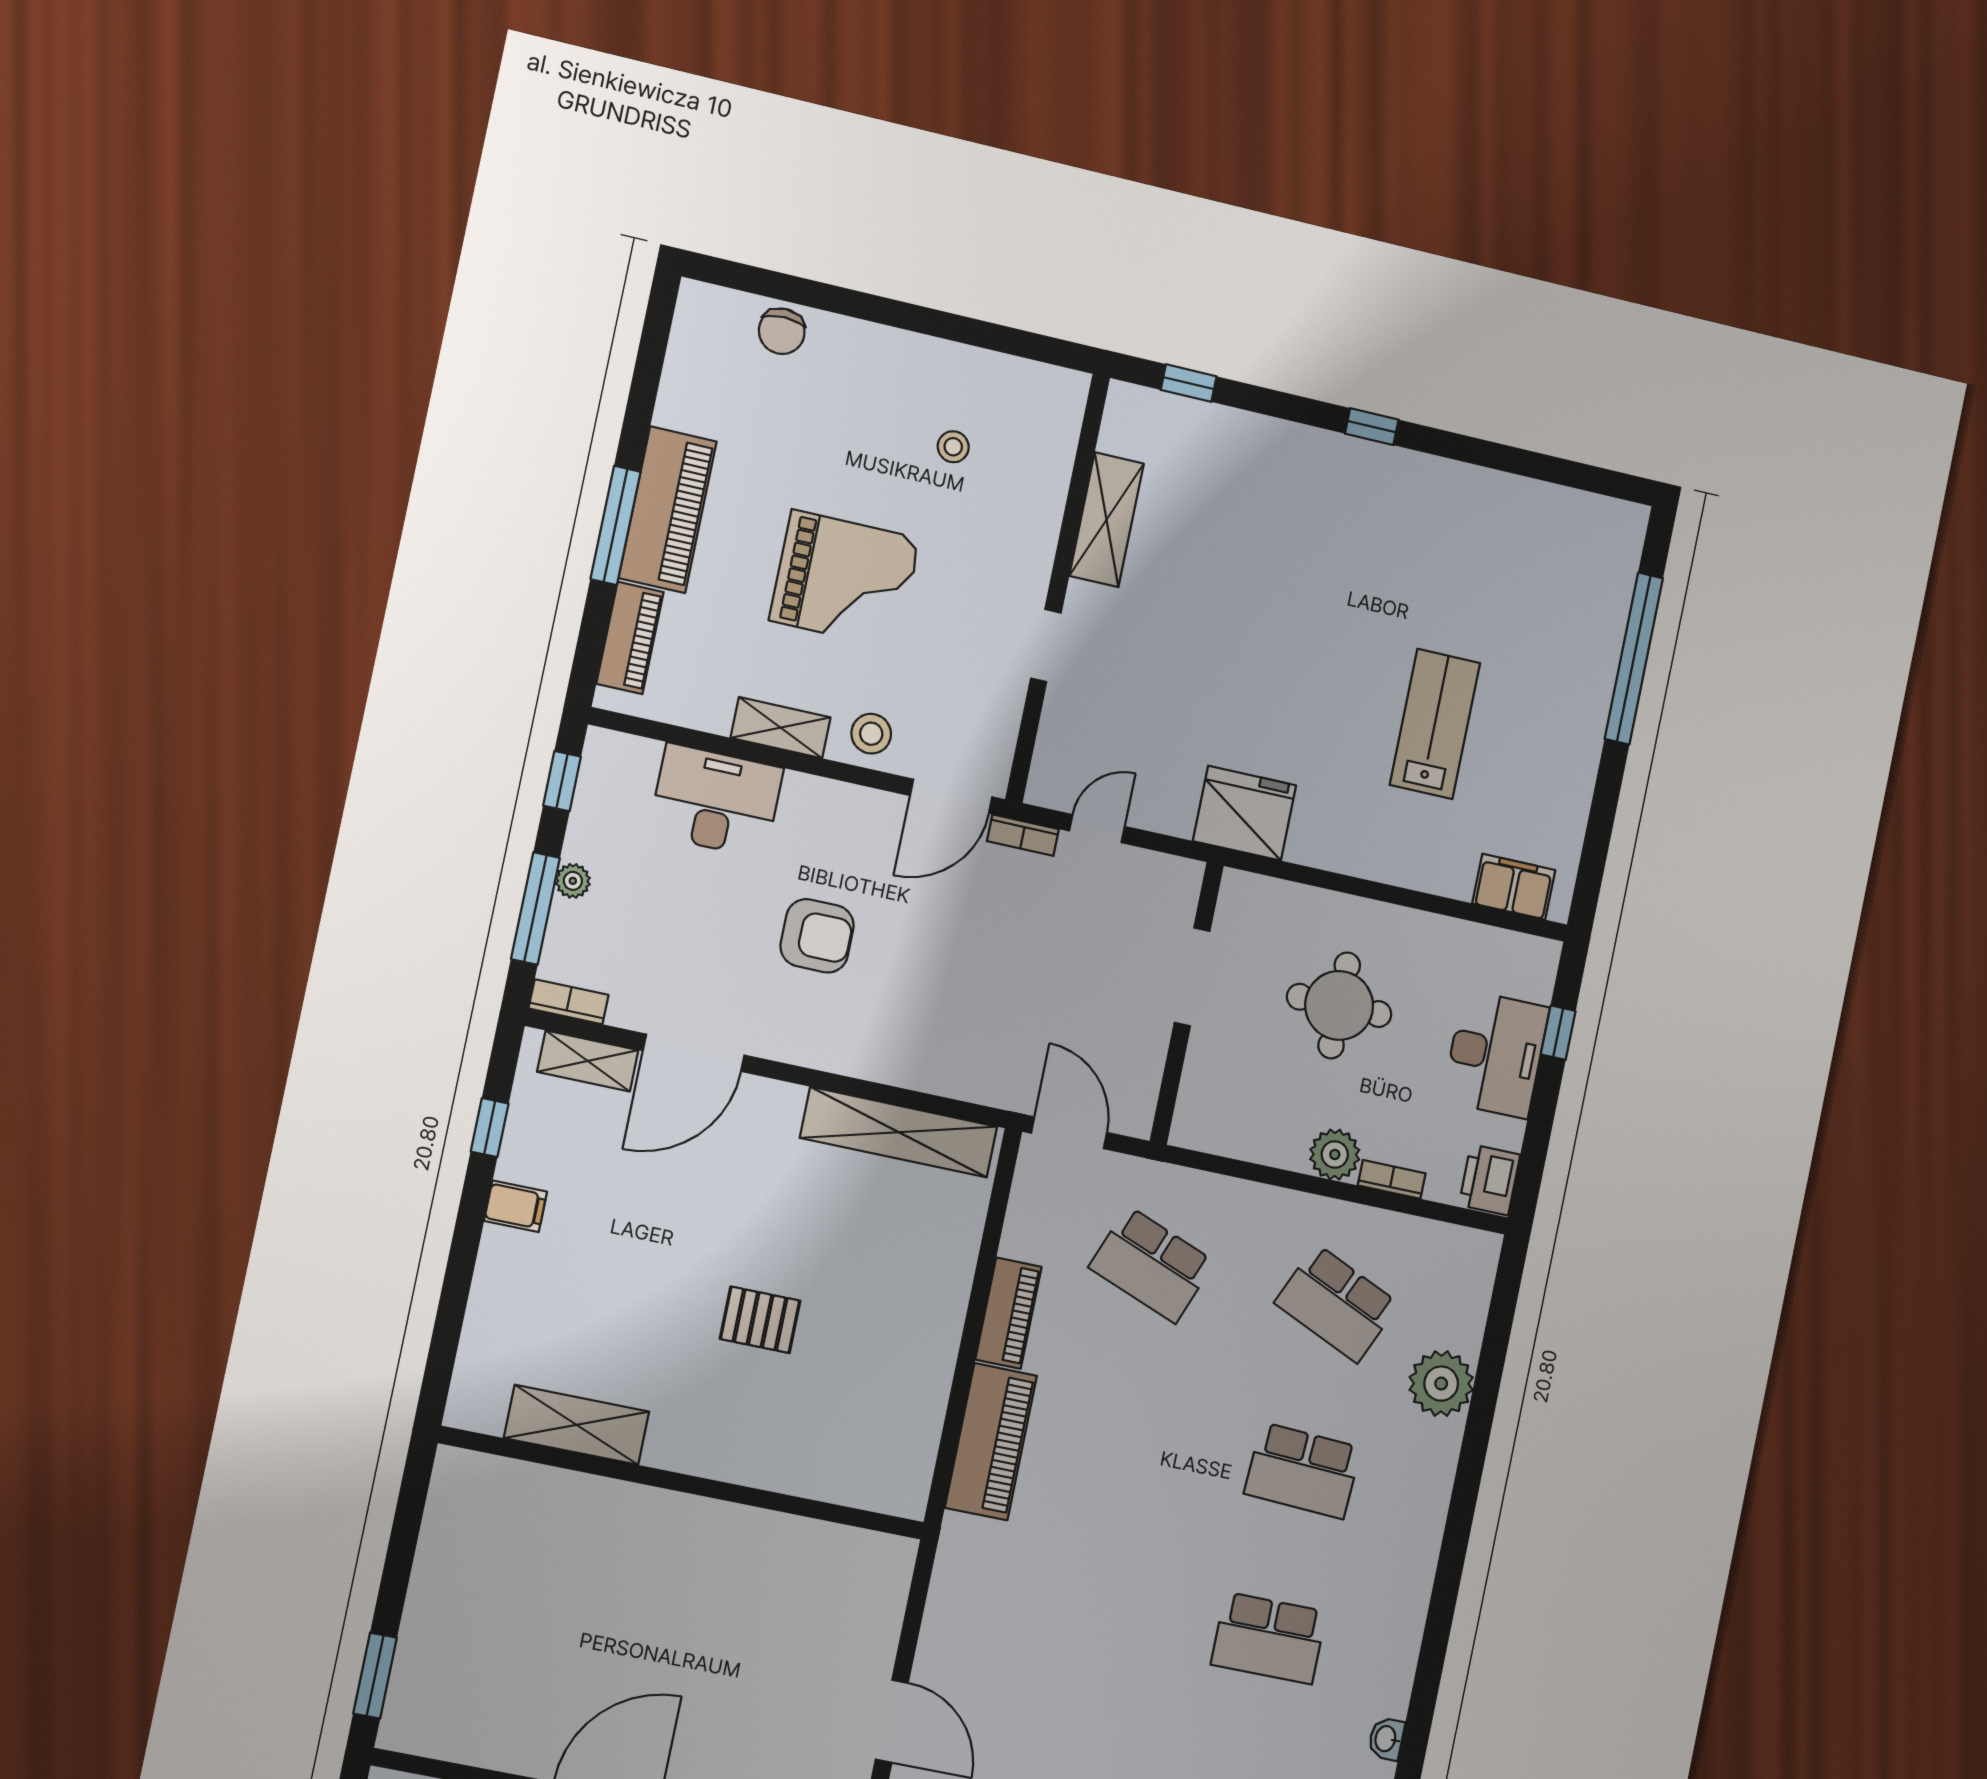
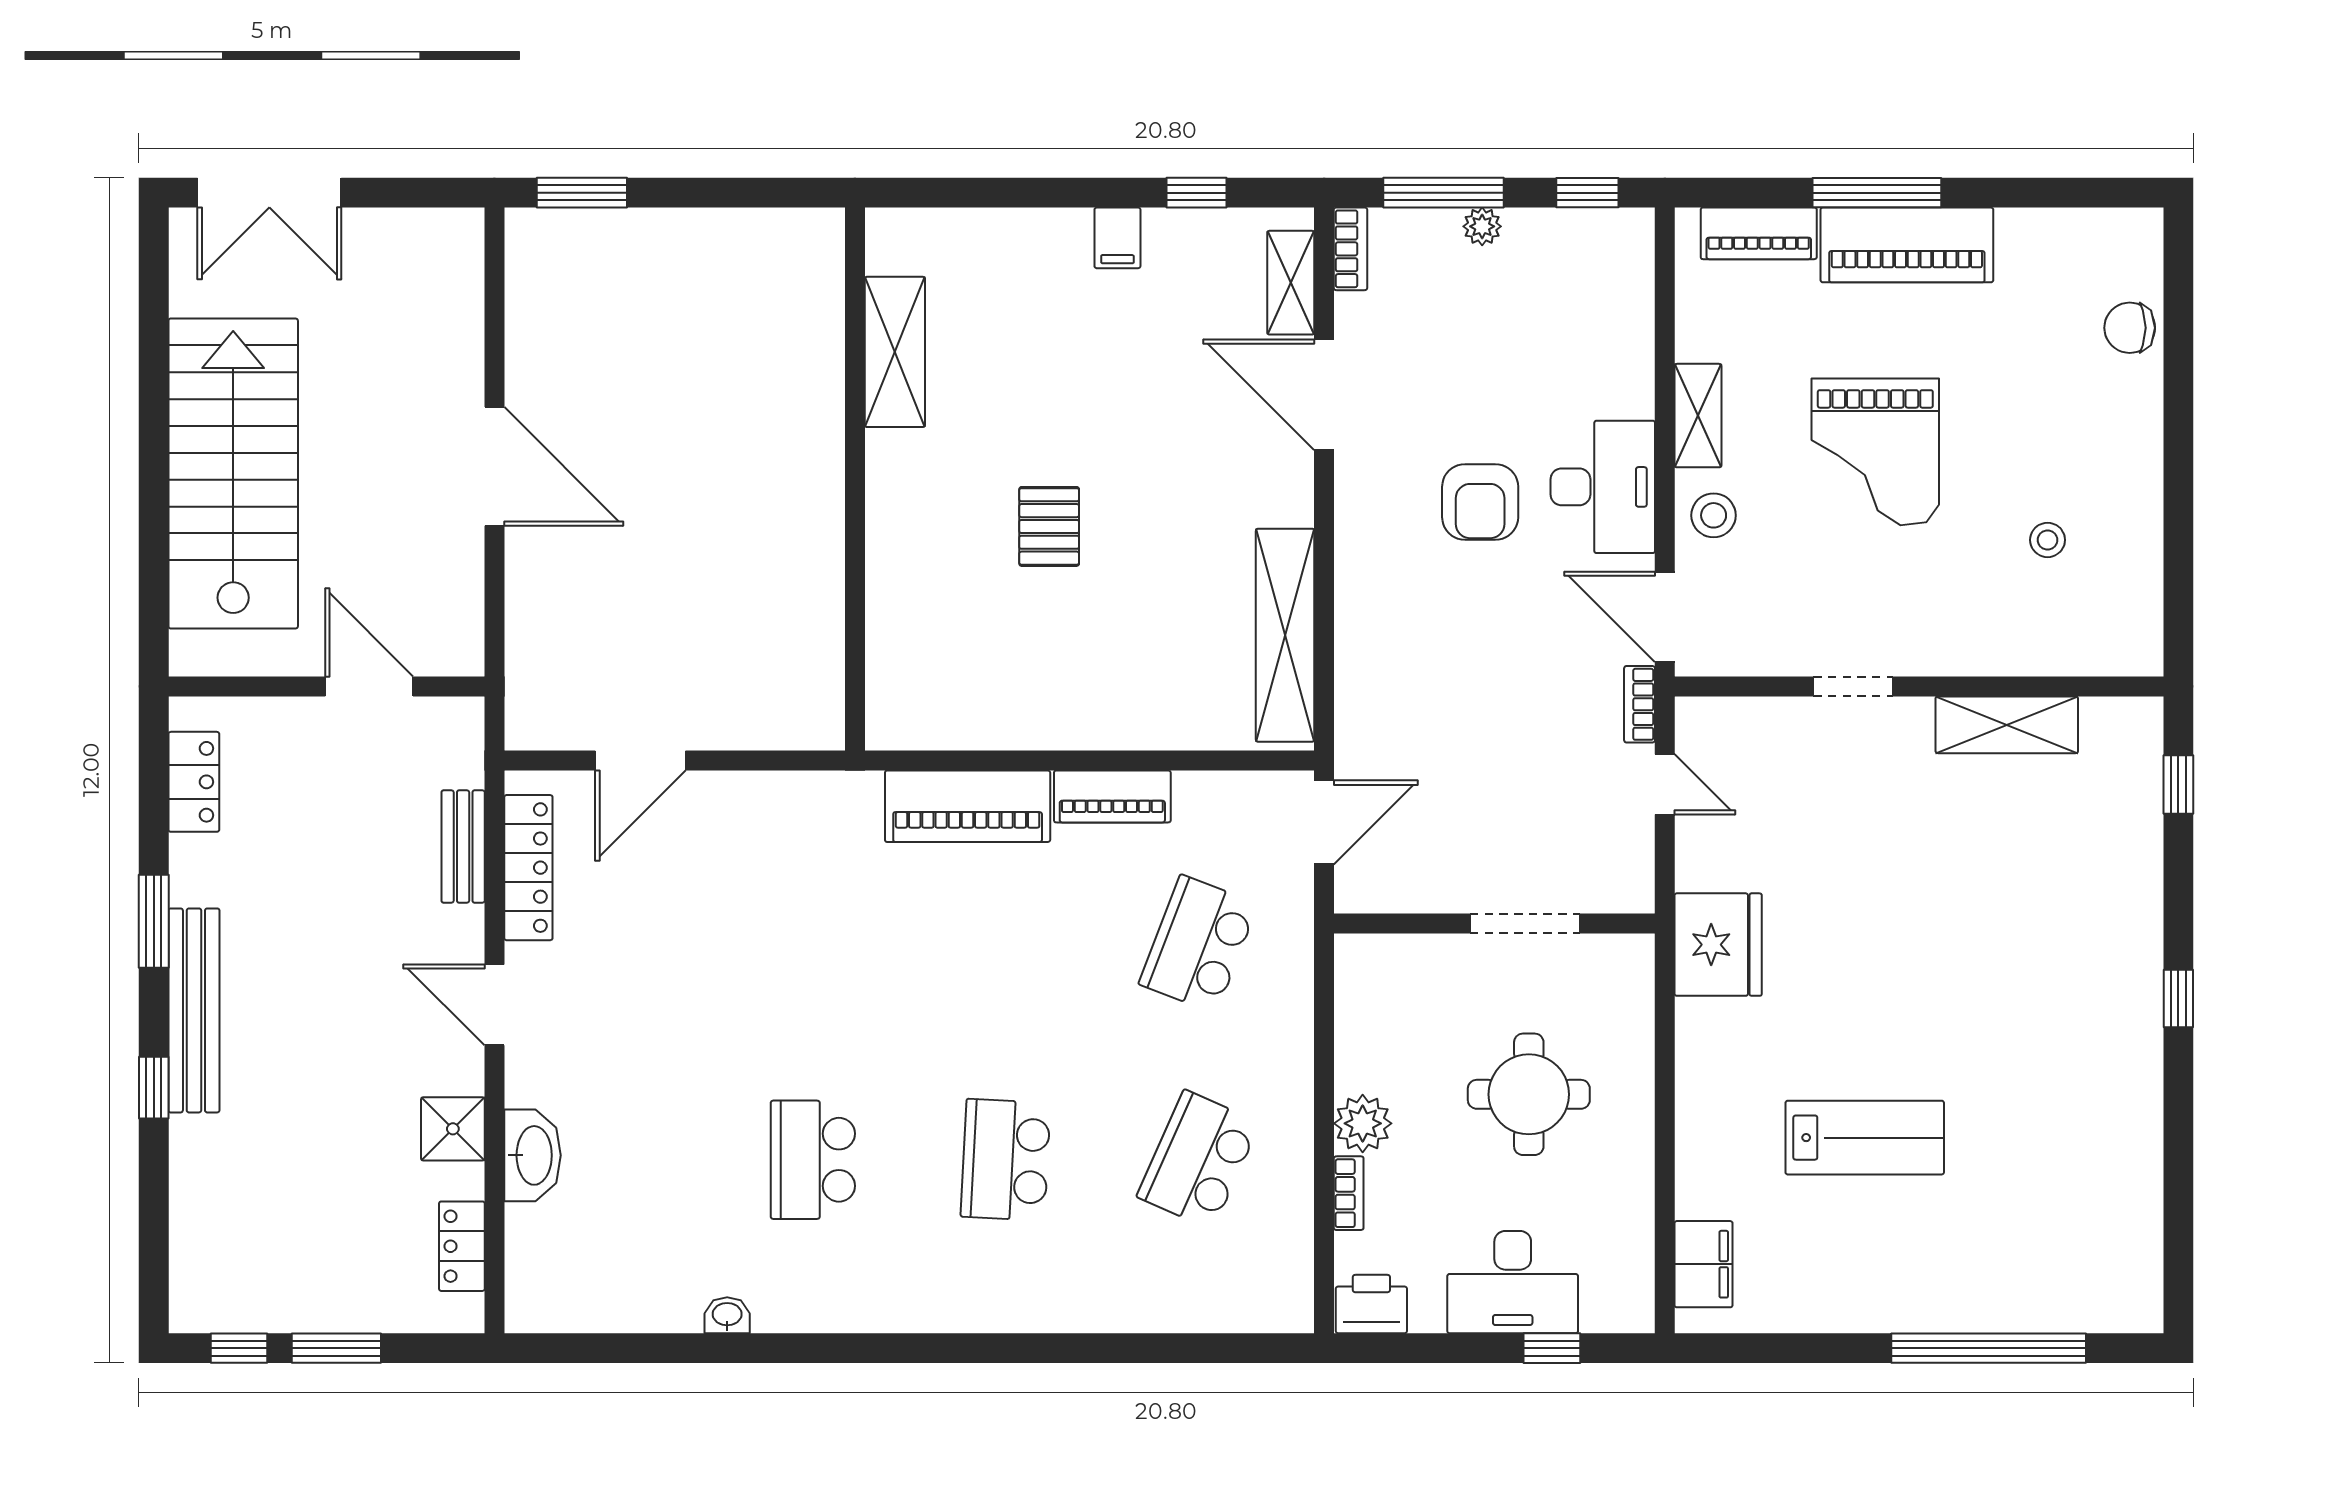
desk: (716, 801) -> (1603, 487), moved
plant: (1441, 1384) -> (1134, 1296), removed

